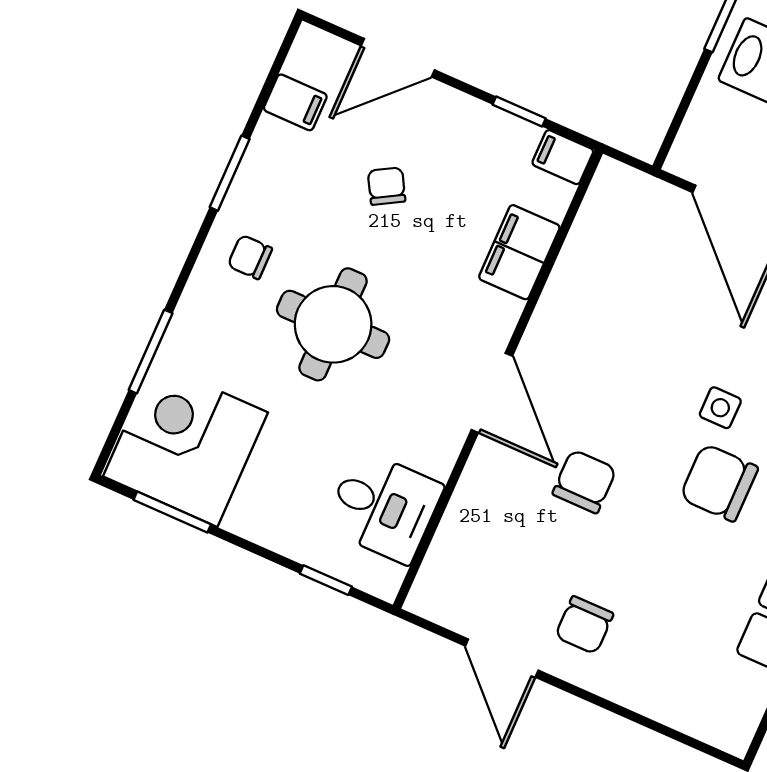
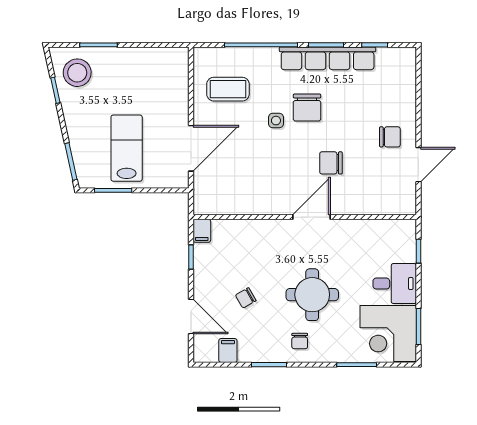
filing cabinet: (519, 252) -> (249, 231), removed
desk: (383, 507) -> (395, 284), moved, turned 90

